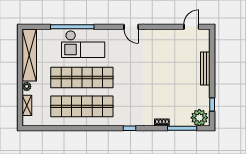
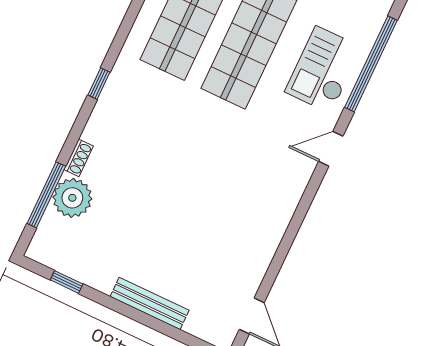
door: (131, 27) -> (331, 149), moved
checkout: (83, 44) -> (323, 70), width x0.73, depth x0.83
plant: (199, 118) -> (72, 198), moved

